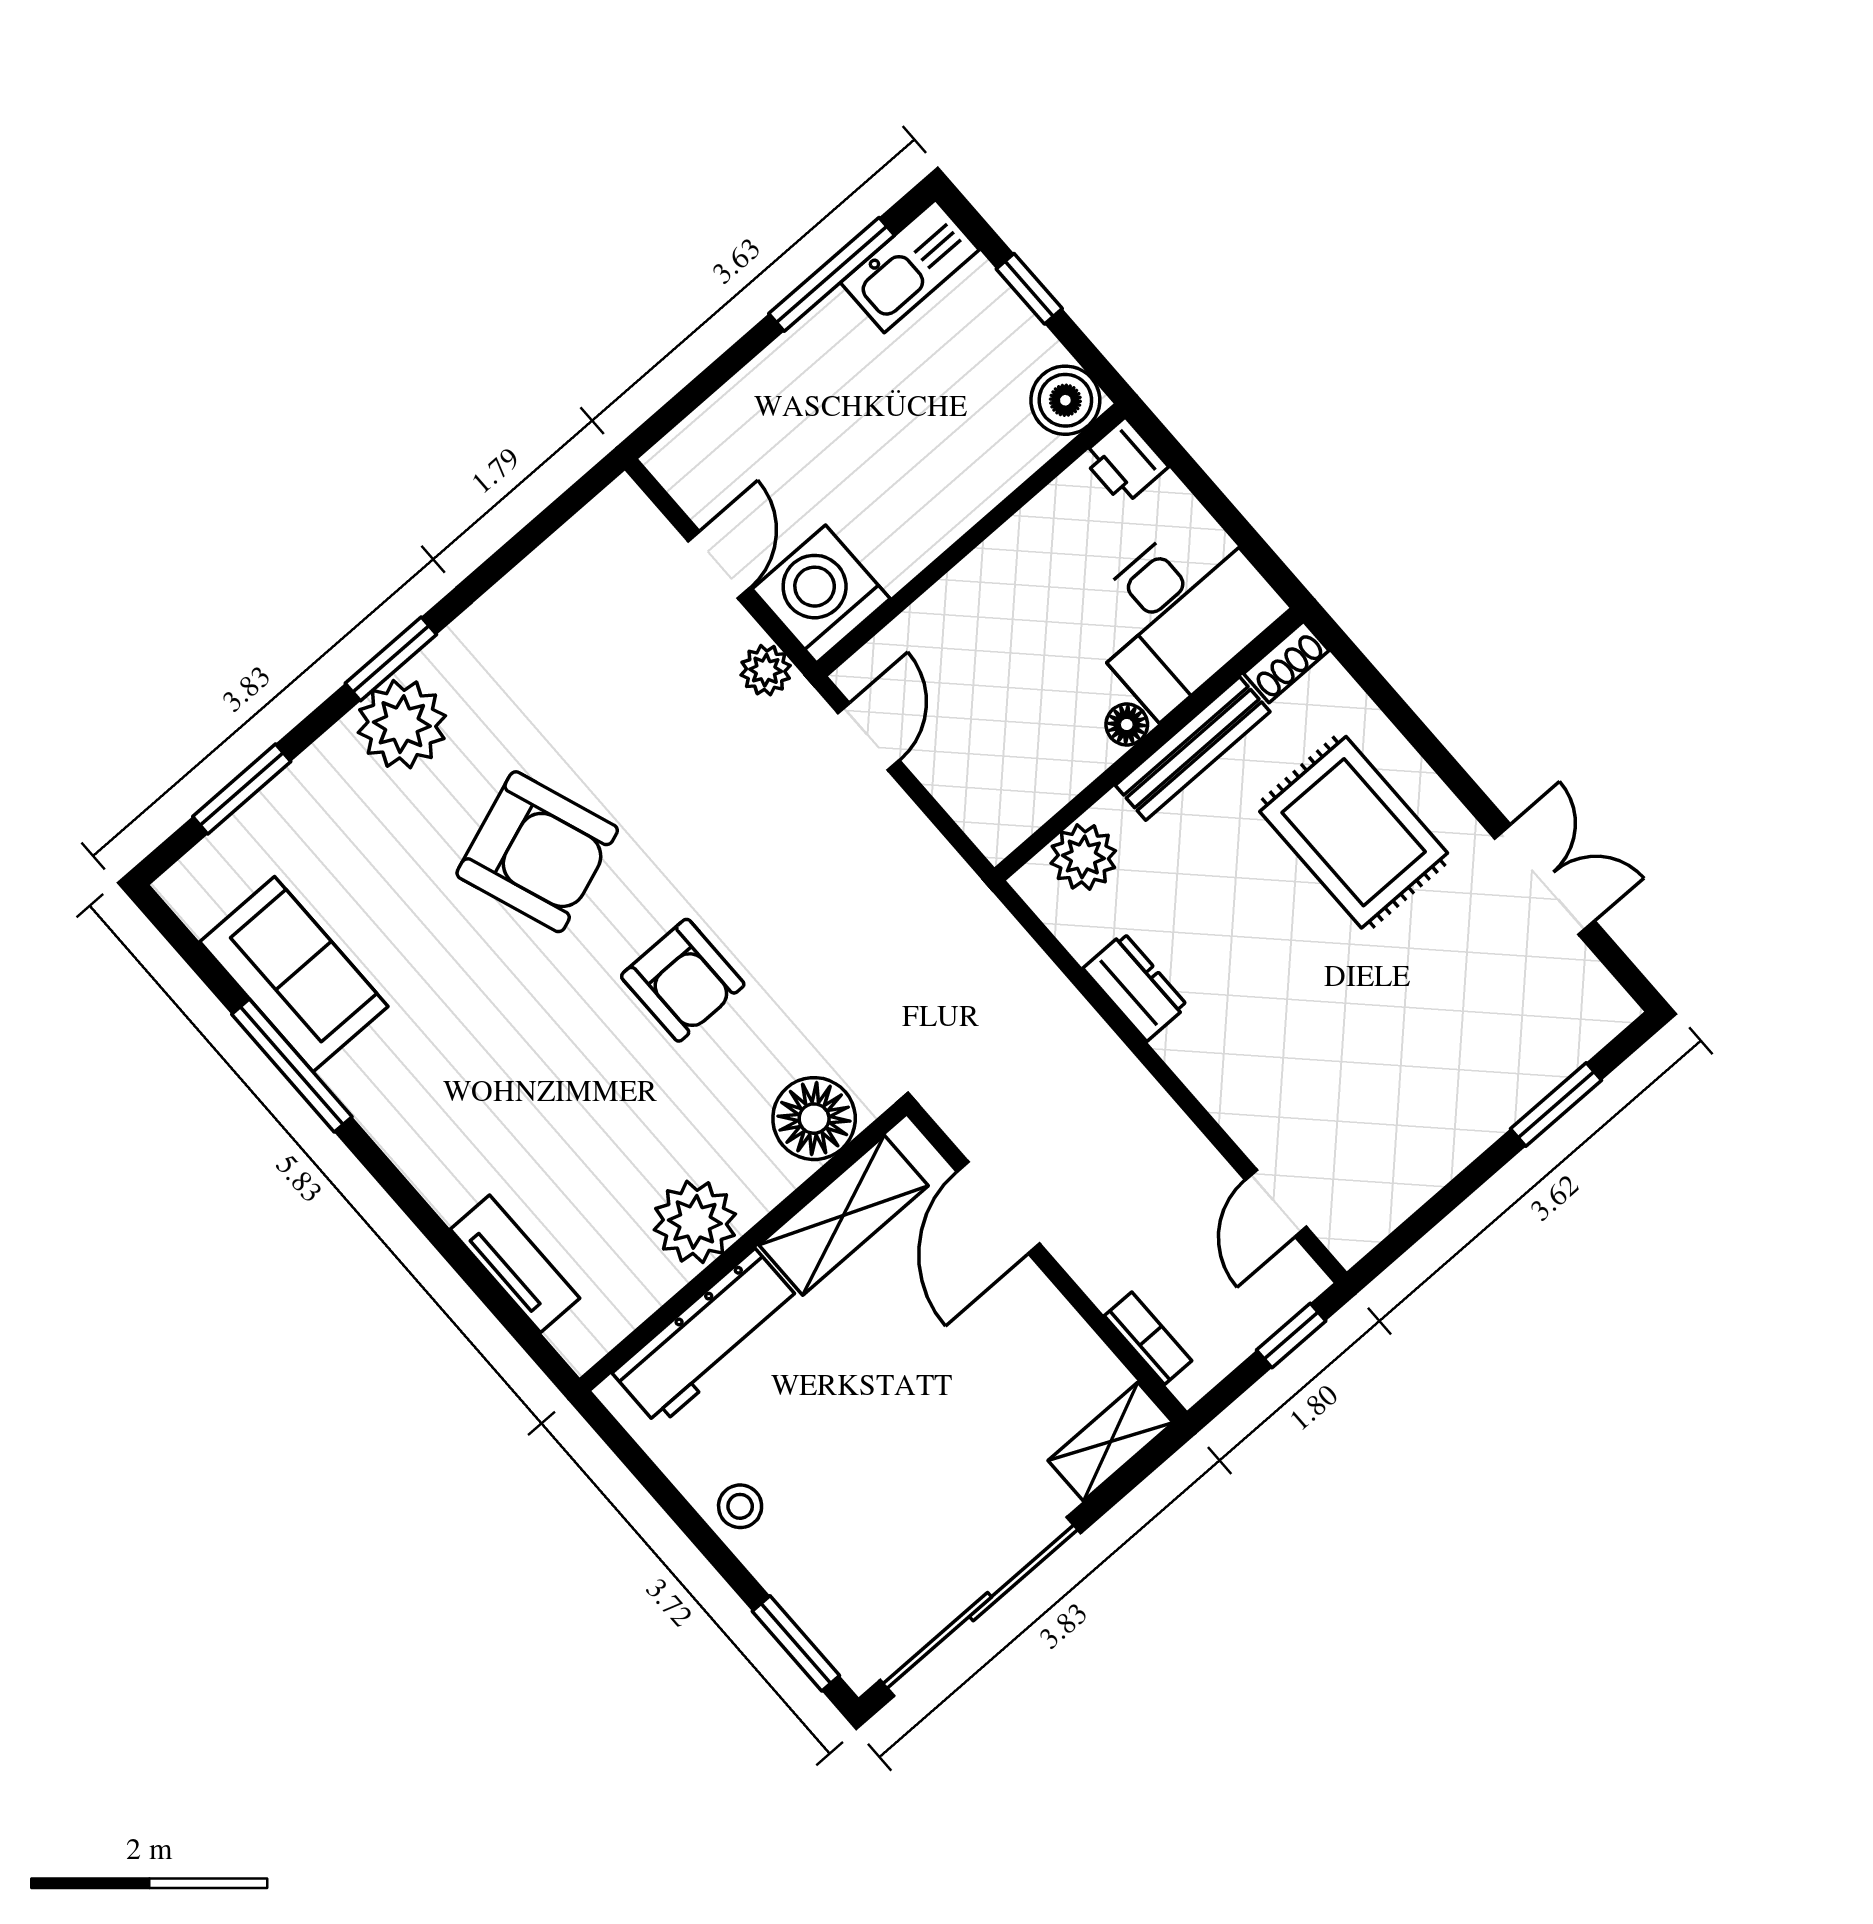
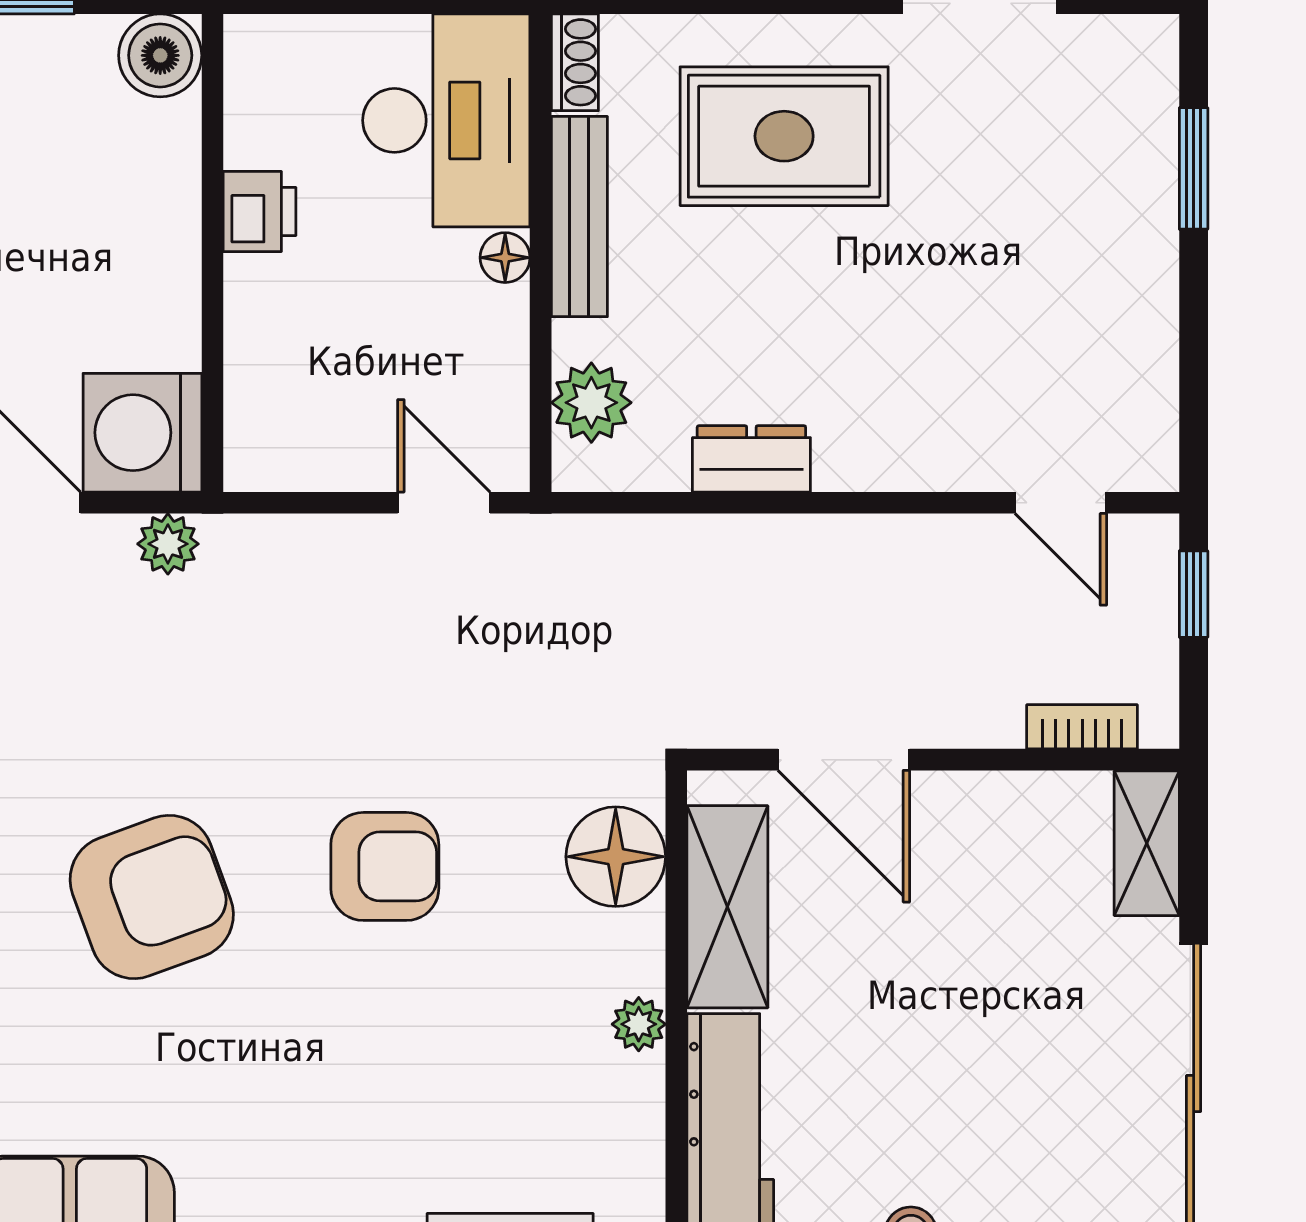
printer: (1124, 462) -> (260, 212), moved, turned -90
door: (869, 737) -> (444, 503), moved
plant: (695, 1222) -> (639, 1024), width x0.53, depth x0.53

